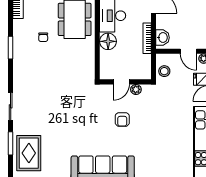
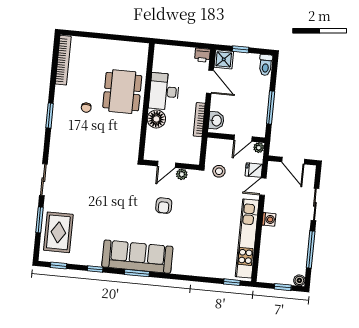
door: (188, 51) -> (243, 138), hinge flipped
stool: (164, 71) -> (219, 171), moved

